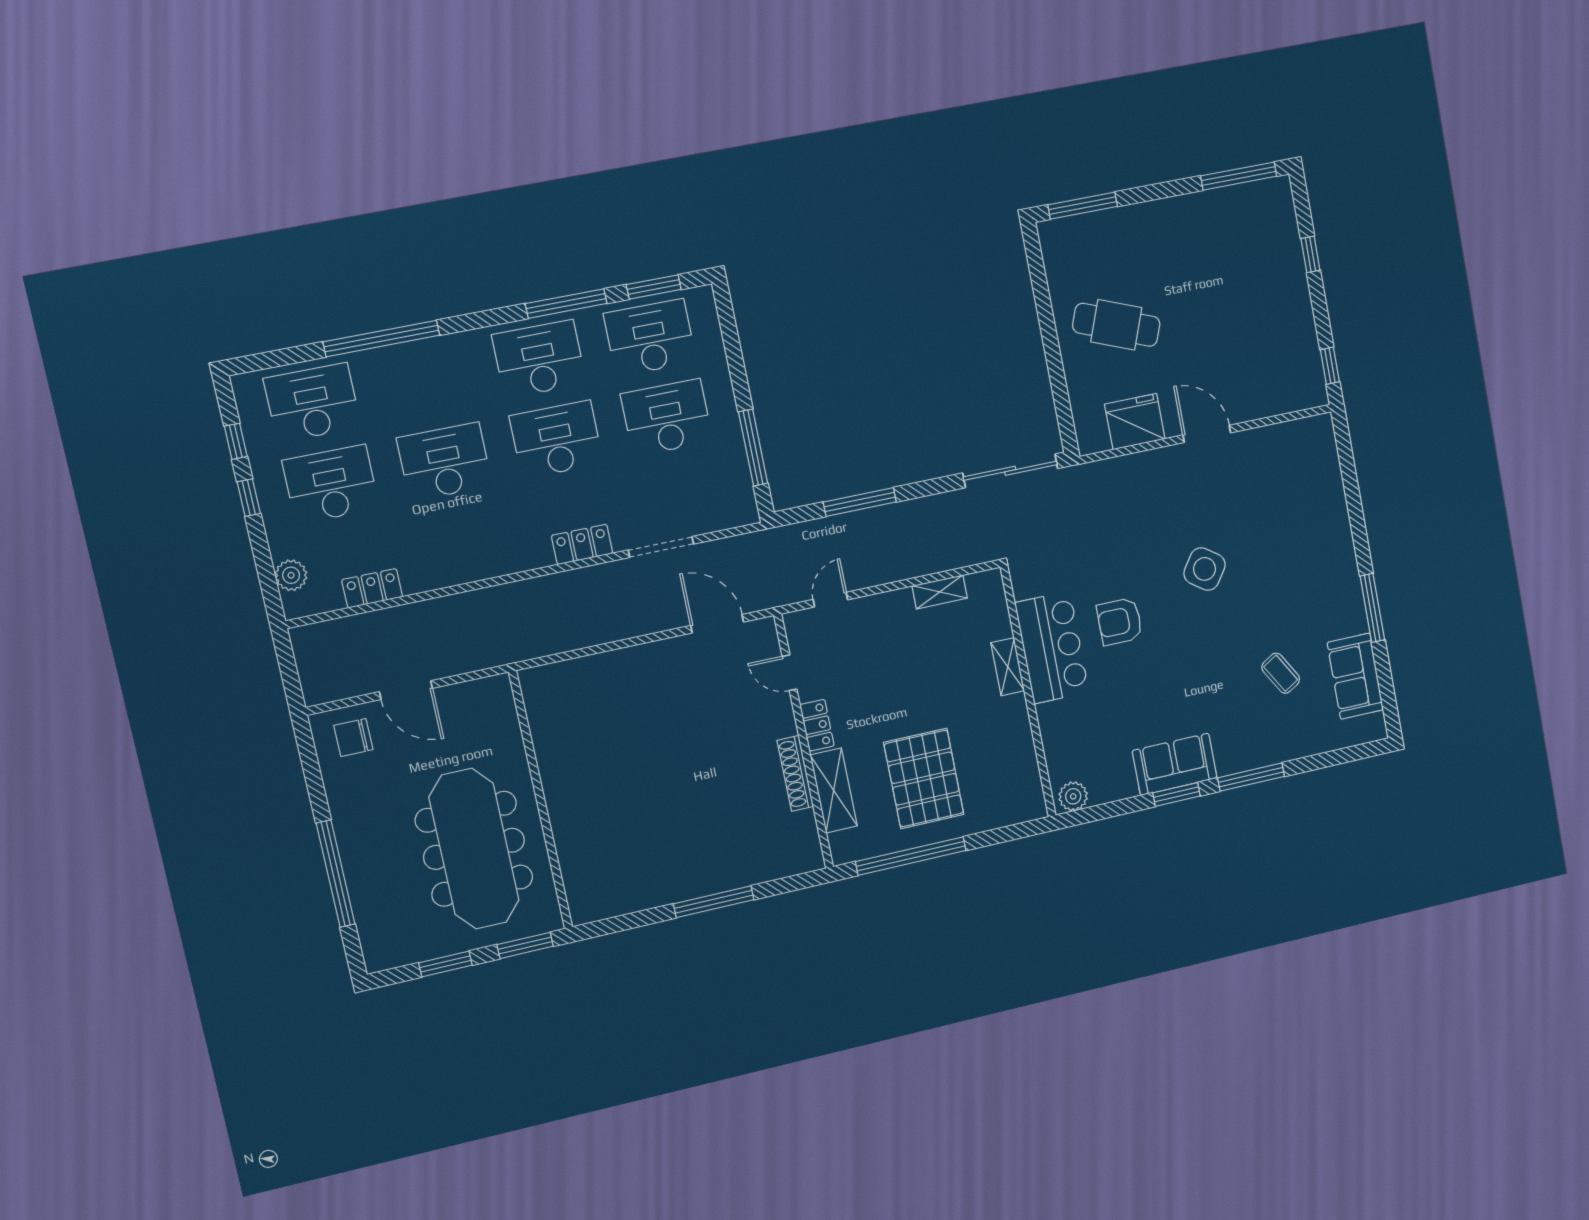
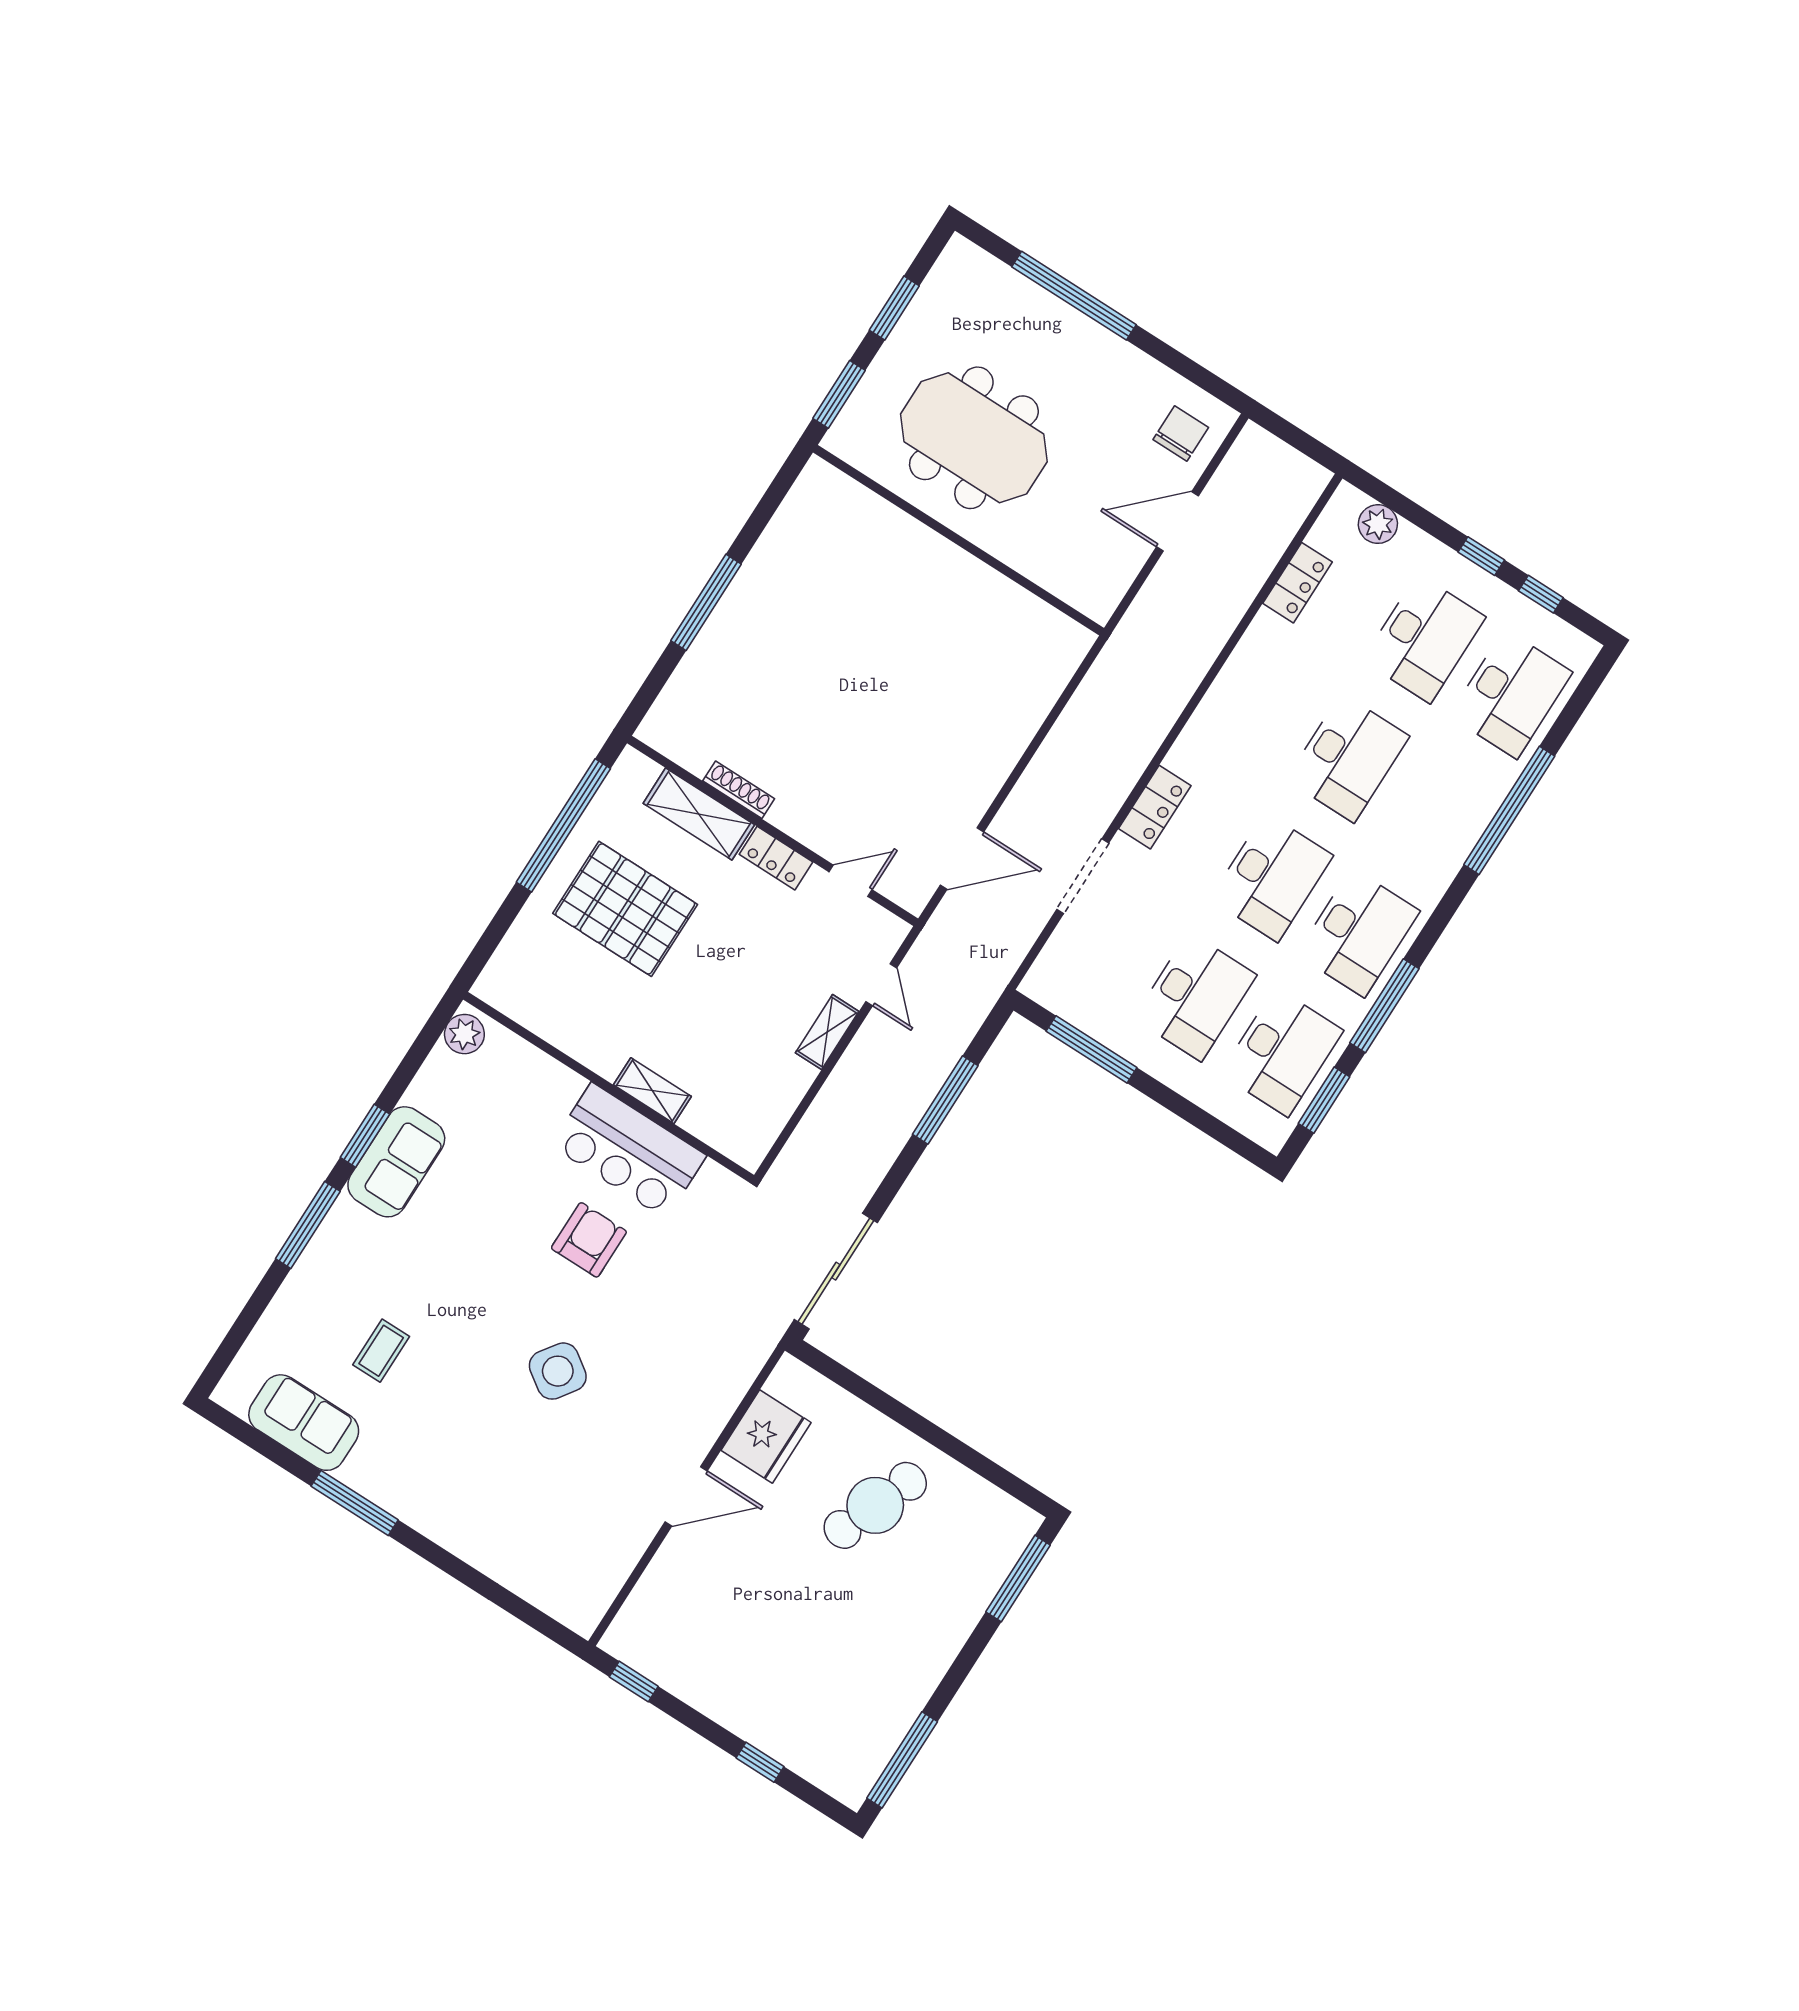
shelving: (940, 592) -> (827, 1032), moved
coffee table: (1281, 673) -> (381, 1351), turned -59
shoe rack: (795, 773) -> (739, 790), width x0.74, depth x0.81
meeting table: (474, 849) -> (974, 438), width x0.73

